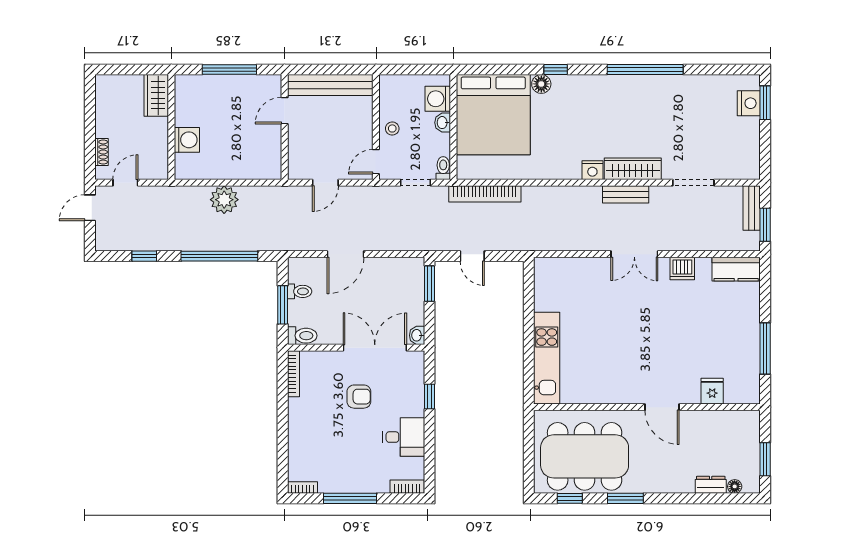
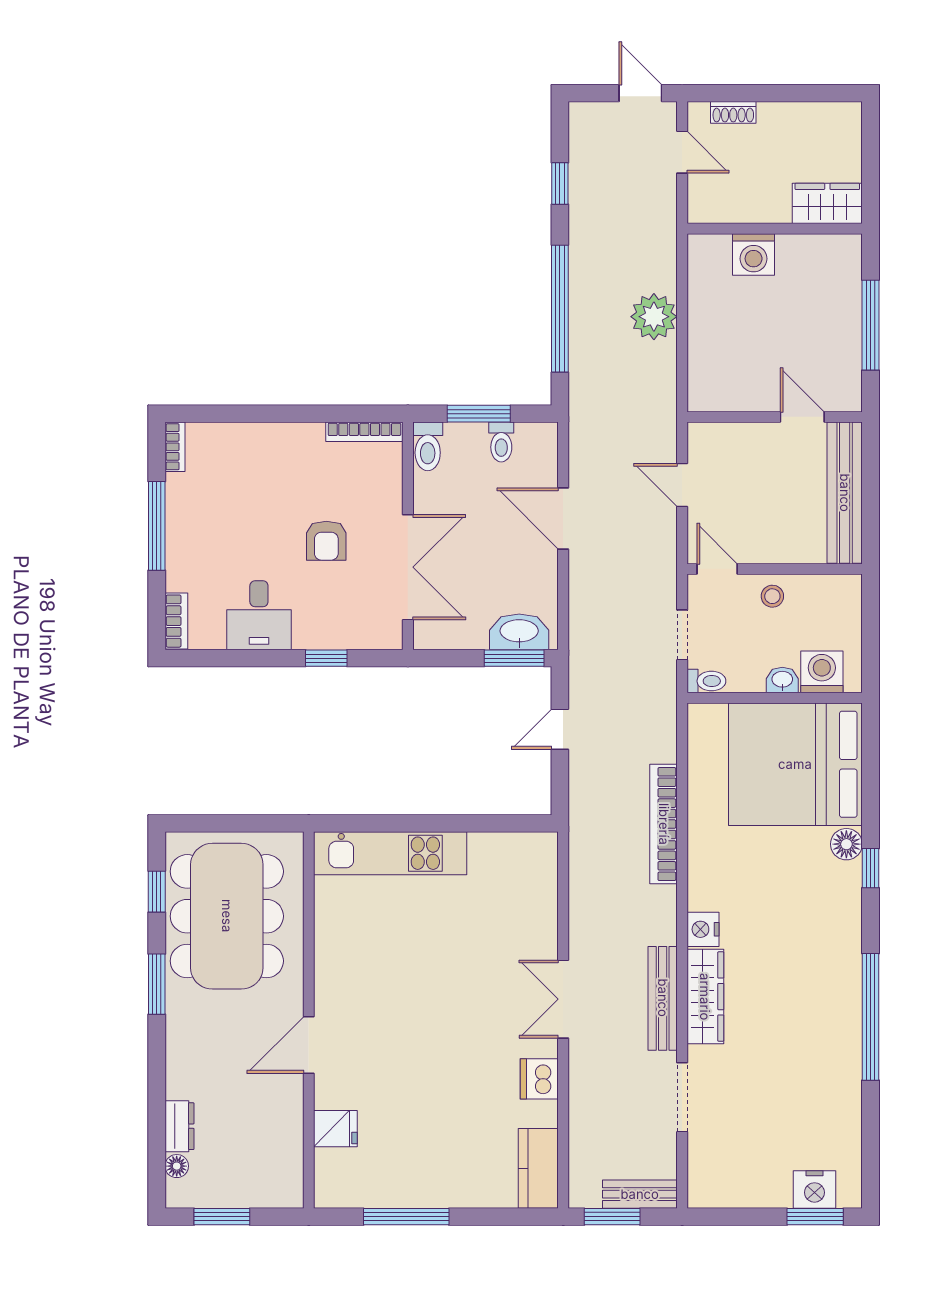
bookcase: (485, 194) -> (664, 824), moved
bench: (626, 194) -> (663, 998), width x1.36
washbasin: (417, 335) -> (519, 632), moved, width x1.91, depth x1.45

